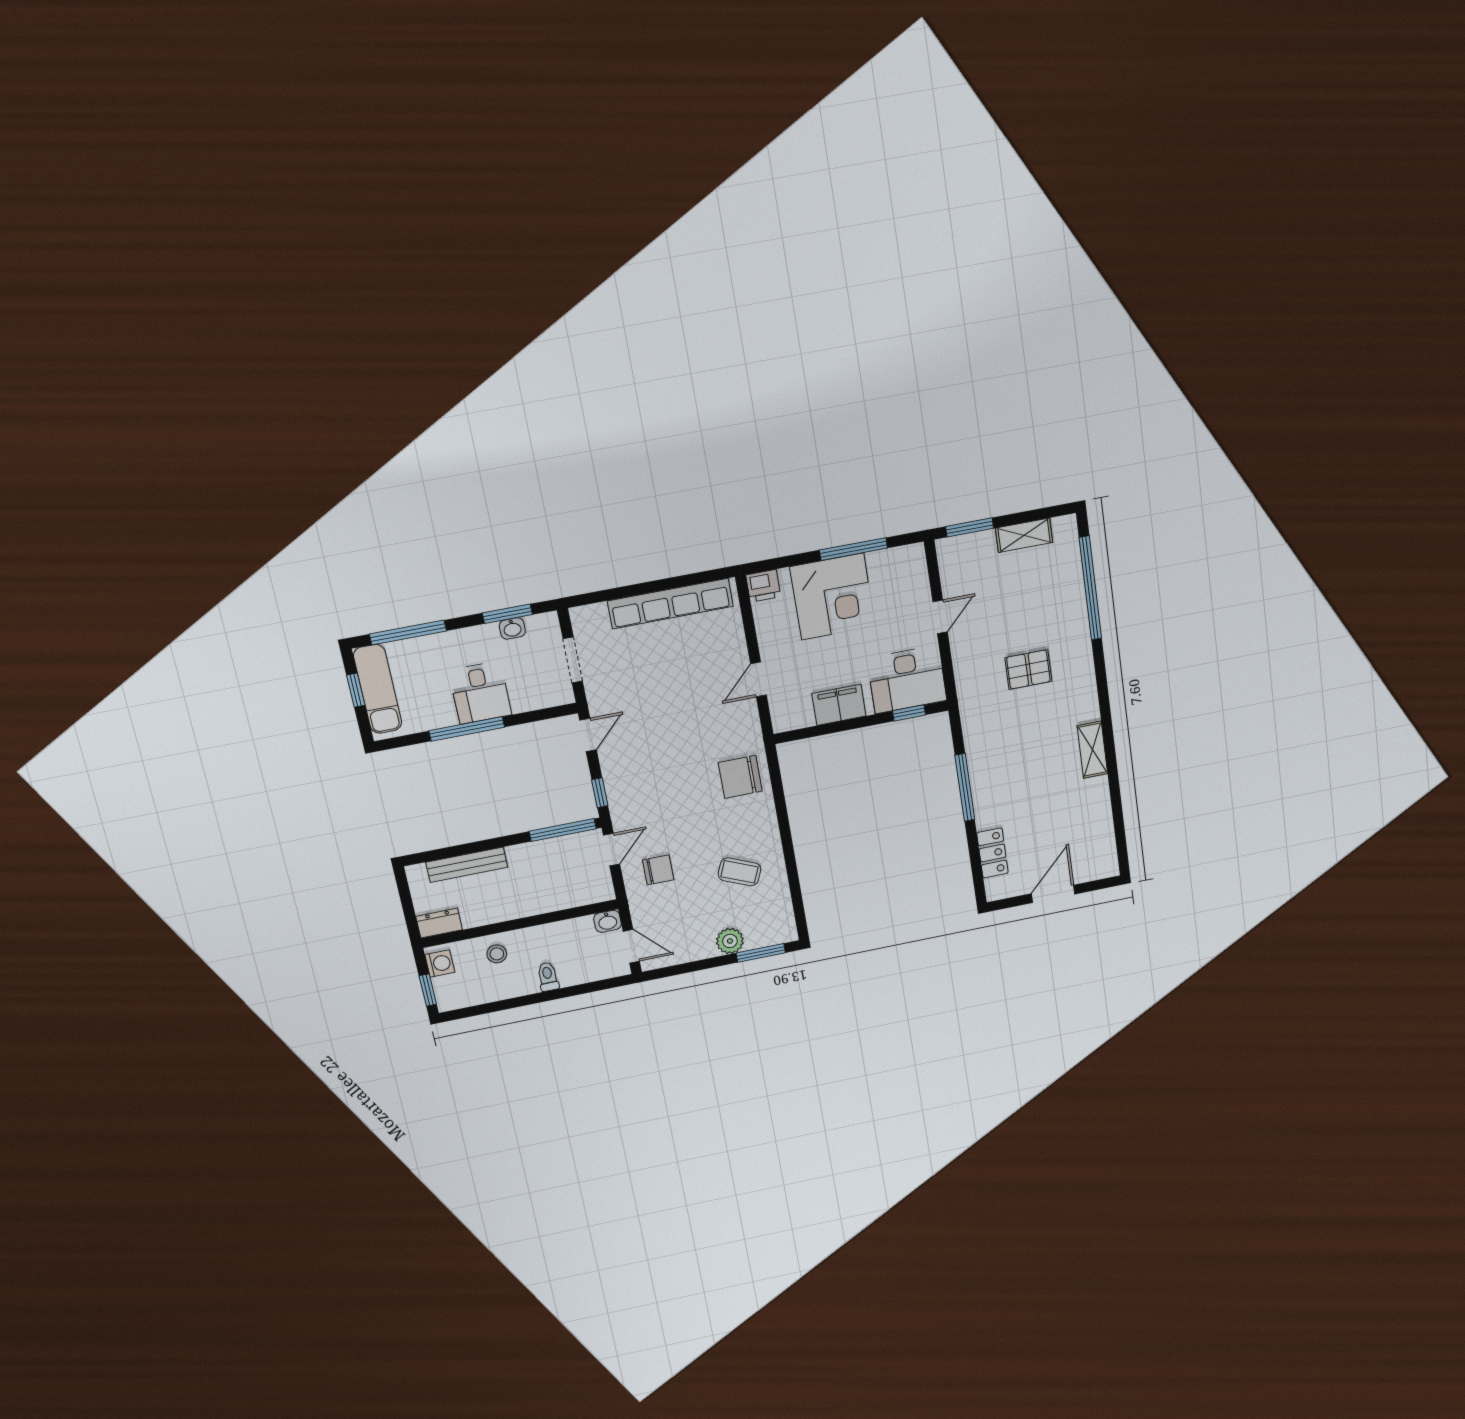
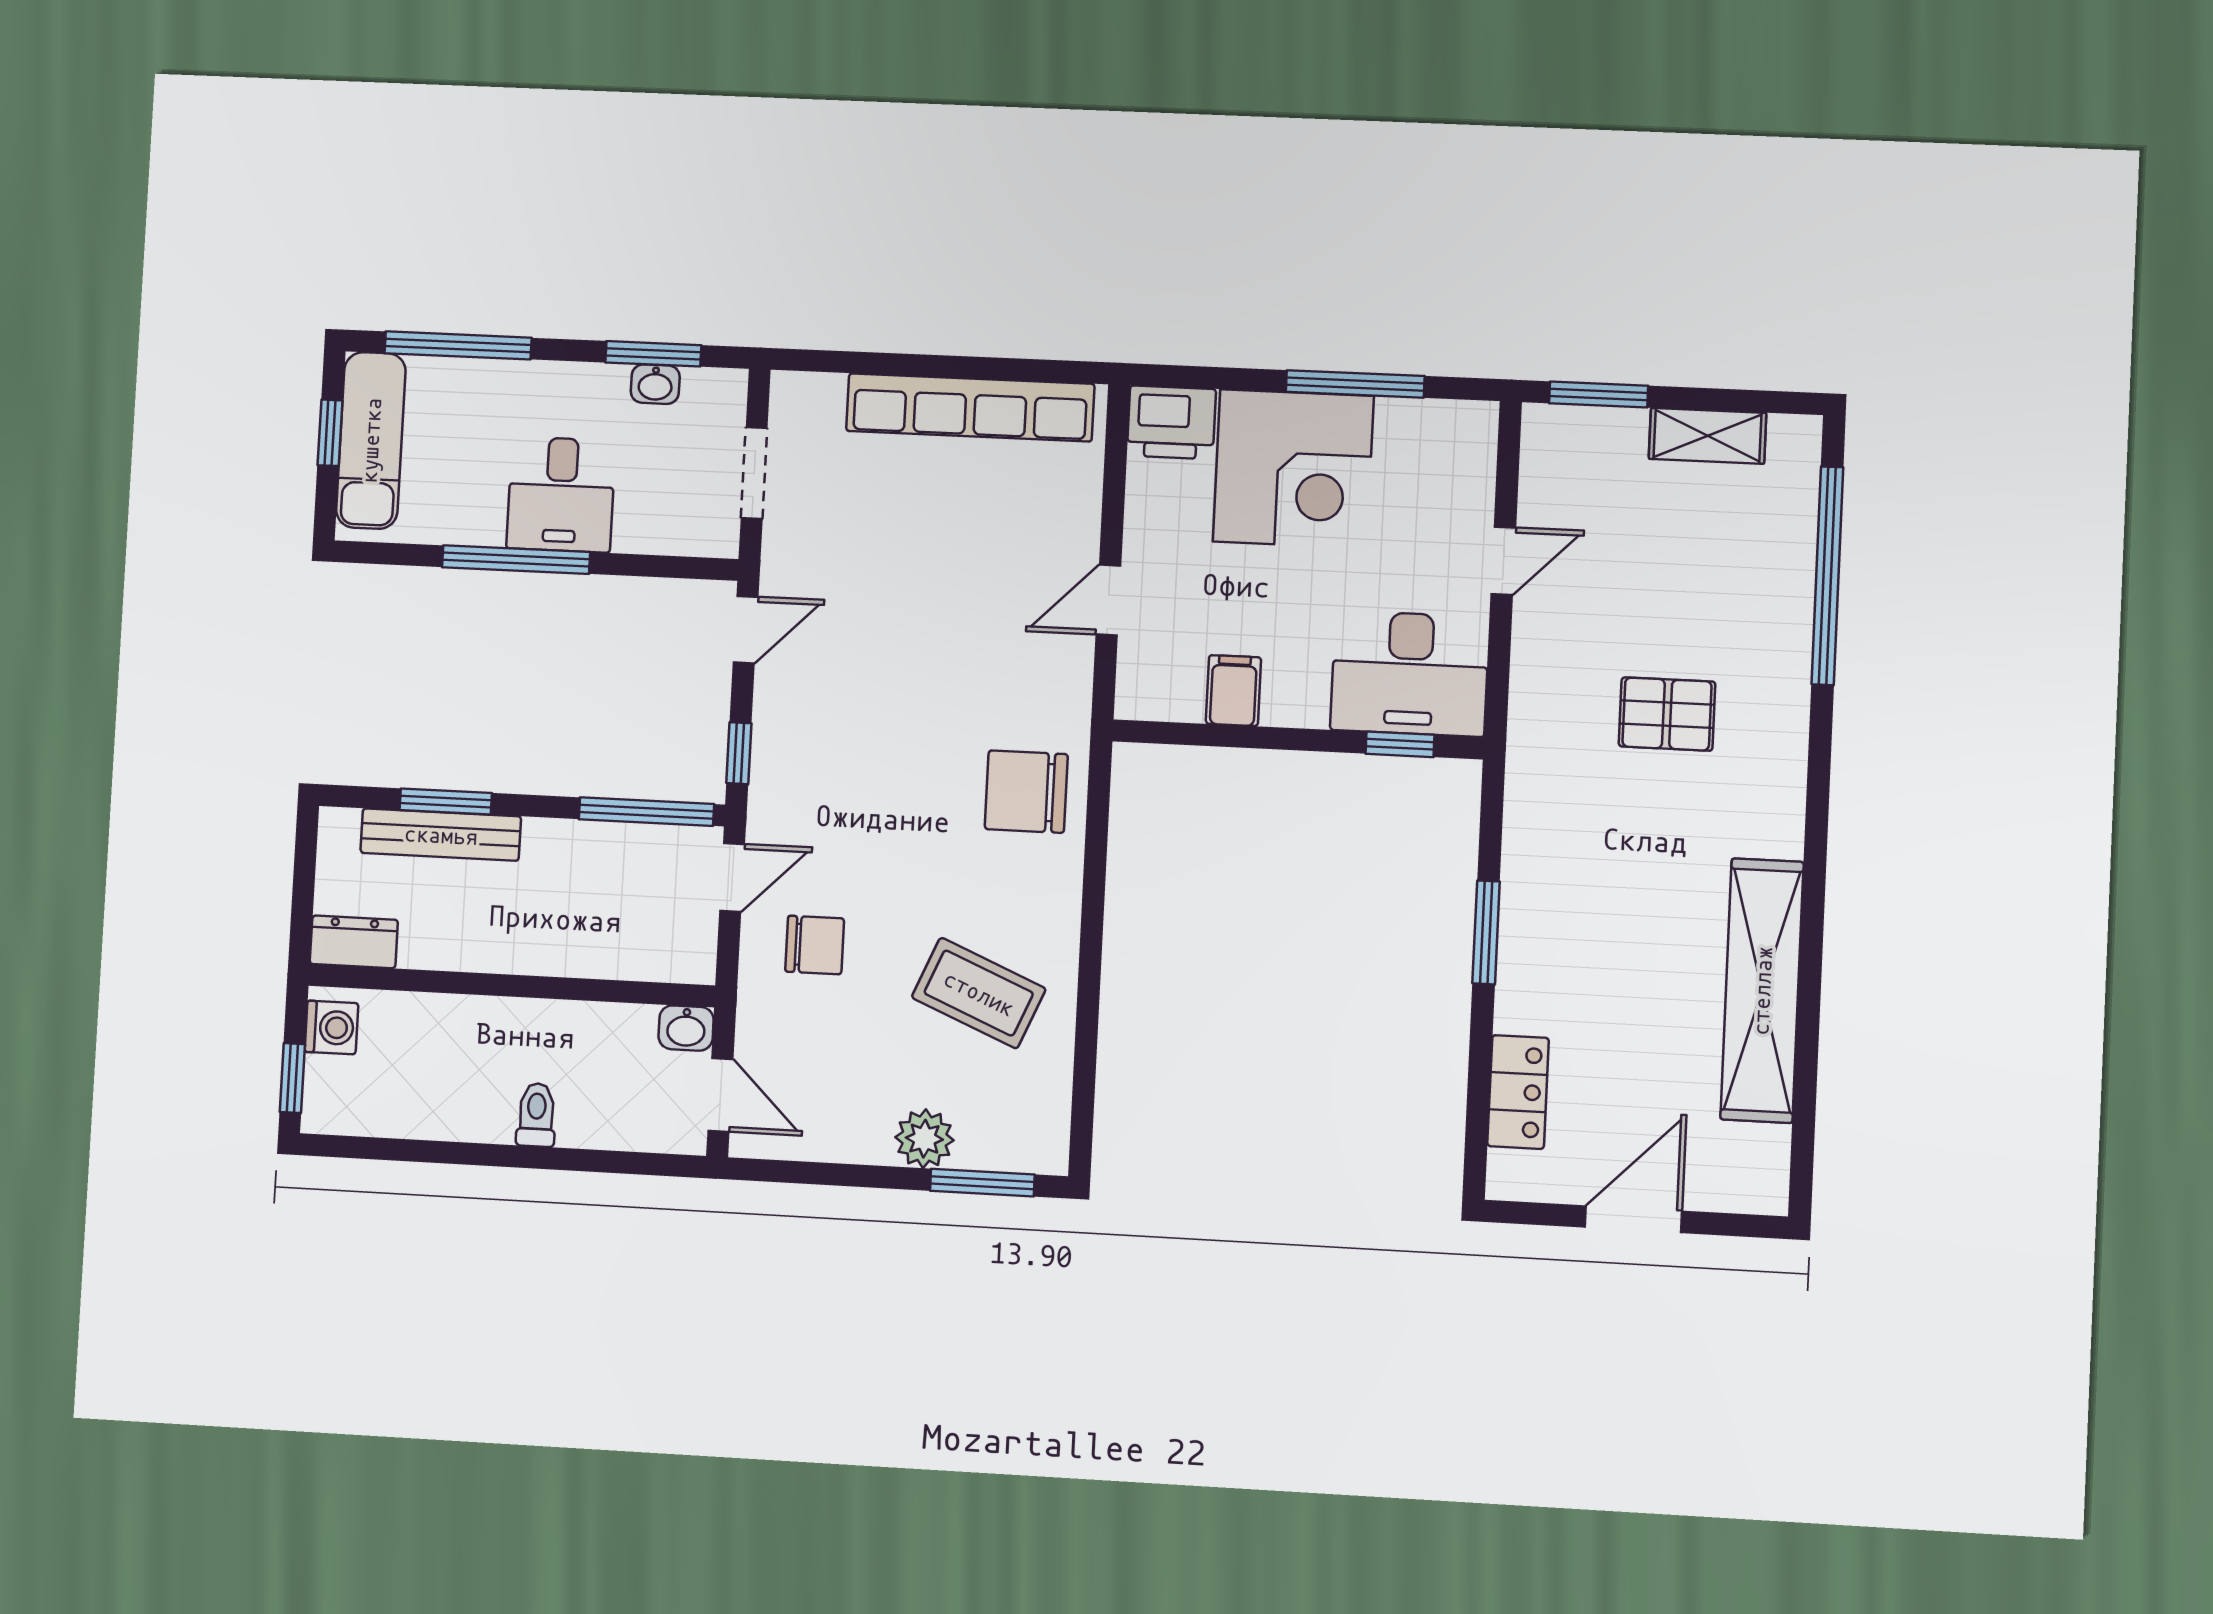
printer: (763, 586) -> (1171, 422), width x1.36, depth x1.24
filing cabinet: (839, 705) -> (1233, 691), width x0.50
shelving: (1092, 750) -> (1762, 991), width x2.20, depth x1.33
window: (965, 787) -> (1486, 932), width x0.69
window: (465, 849) -> (446, 801), added
coffee table: (739, 872) -> (979, 993), width x1.36, depth x1.30
stool: (497, 954) -> (448, 1038), removed

